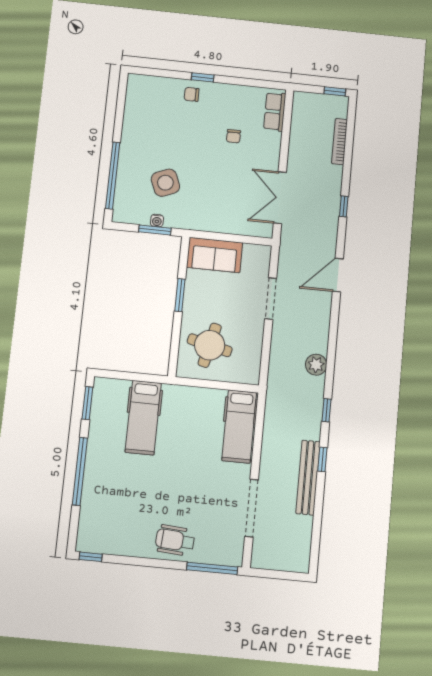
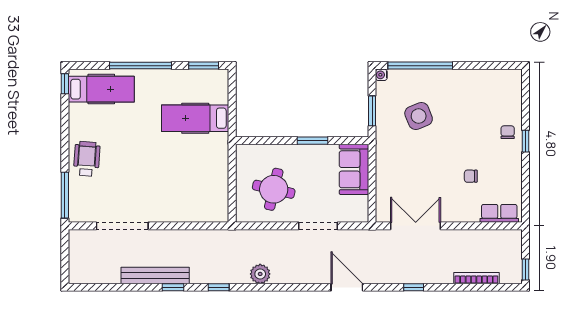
water cooler: (157, 221) -> (381, 75), moved
round table: (210, 345) -> (274, 189), moved
hospital bed: (239, 426) -> (101, 89), moved, turned 180

